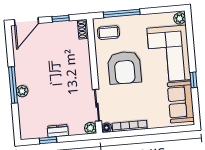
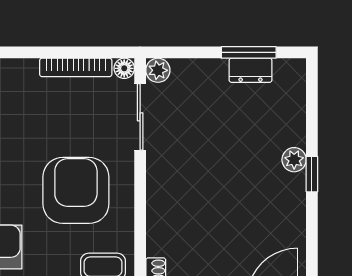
window: (13, 85) -> (312, 174), width x0.46
dresser: (58, 131) -> (250, 70), moved
window: (48, 140) -> (249, 52), width x1.50

